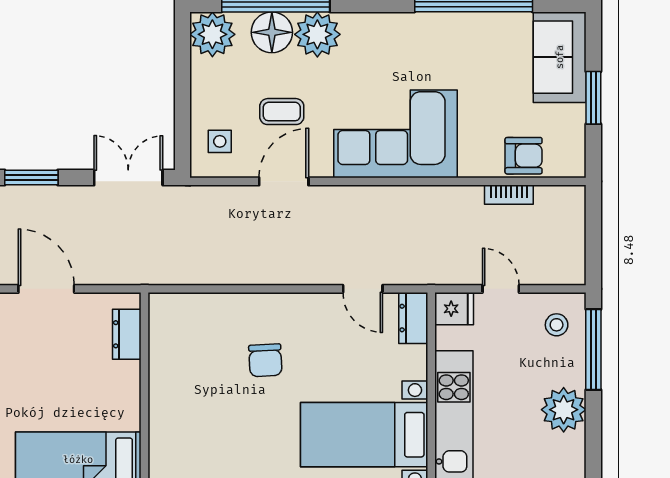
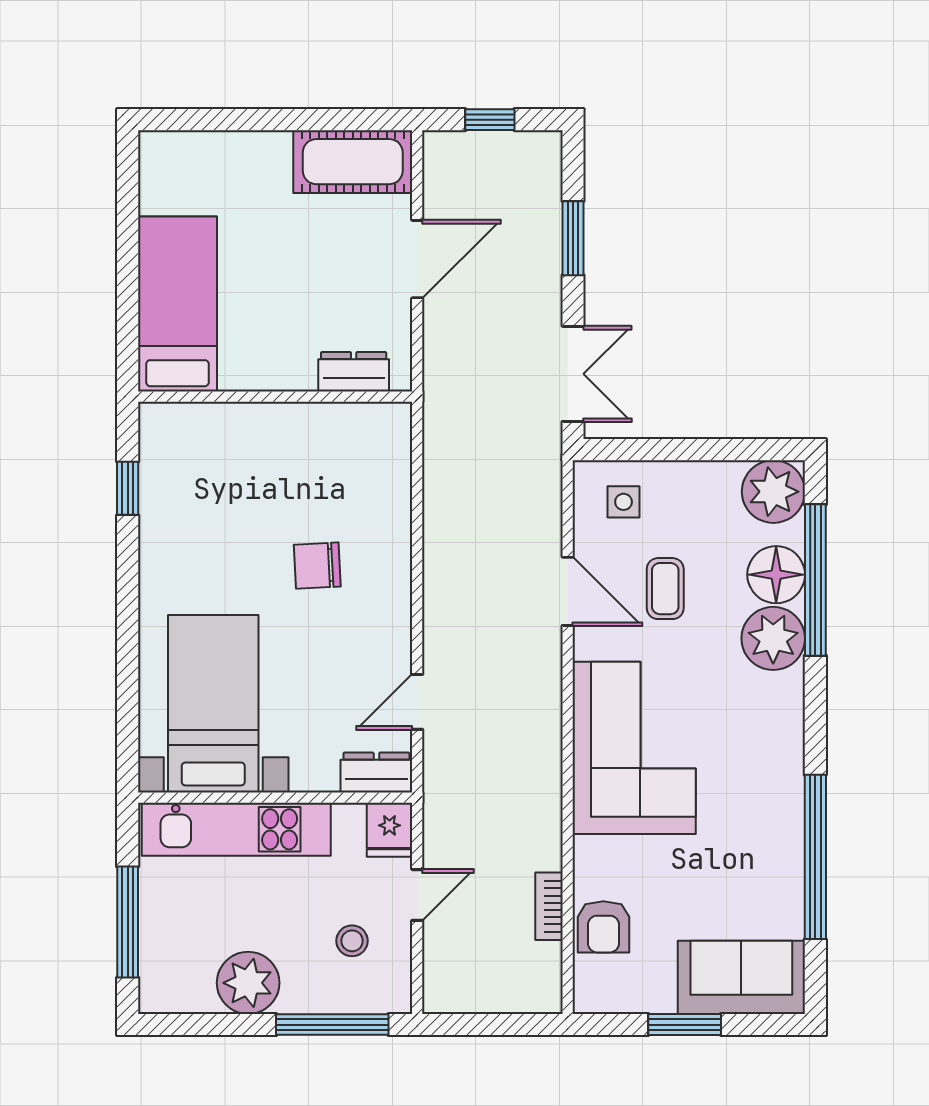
stool: (557, 325) -> (352, 941), moved

